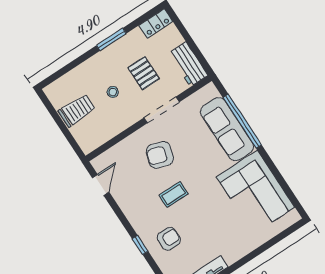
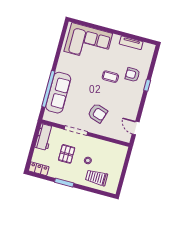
trolley: (77, 110) -> (97, 178), moved
door: (101, 185) -> (136, 128), hinge flipped
corner sofa: (256, 192) -> (88, 42), moved, turned 90
coffee table: (174, 194) -> (110, 77), moved

